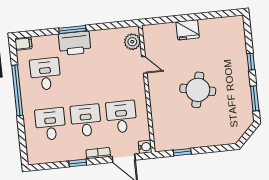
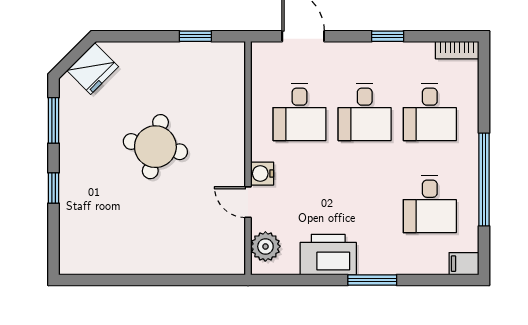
fridge: (188, 30) -> (93, 69), moved, turned 135
printer: (75, 43) -> (328, 255), moved
water cooler: (145, 147) -> (262, 174), moved
bookcase: (98, 153) -> (457, 50), moved

